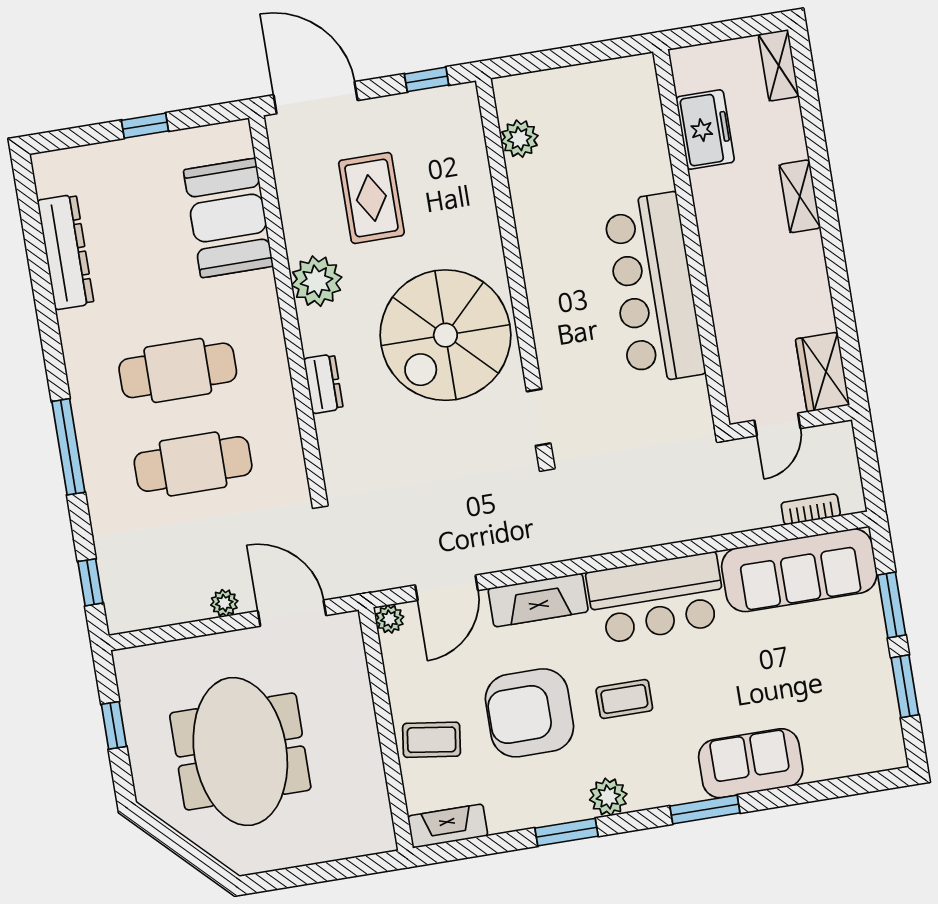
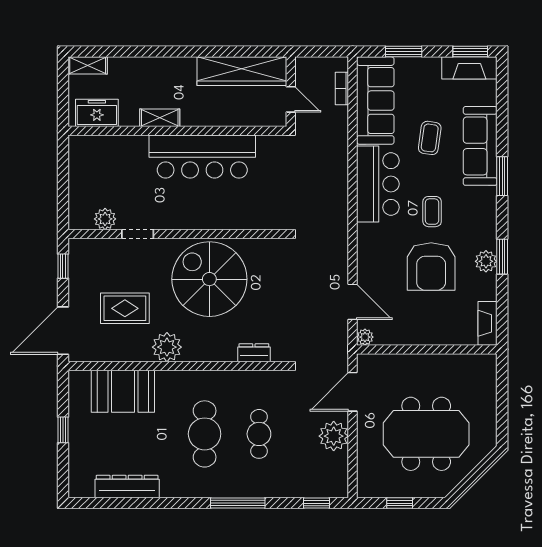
freezer: (705, 130) -> (97, 113), moved
shelving: (800, 196) -> (160, 118), moved
spiral stairs: (445, 335) -> (209, 279), turned 180
wardrobe: (823, 372) -> (242, 71), width x2.10, depth x1.17
dresser: (323, 384) -> (254, 353), moved
doorway: (539, 417) -> (138, 234), moved
cafe table: (193, 464) -> (259, 434), width x0.73, depth x0.74
fireplace: (538, 600) -> (469, 68), moved, turned 90
plant: (224, 603) -> (334, 436), width x1.88, depth x1.88
window: (905, 686) -> (470, 51), moved
coffee table: (432, 740) -> (430, 138), moved
sofa: (751, 763) -> (480, 146), width x1.36
plant: (608, 797) -> (486, 261), moved

